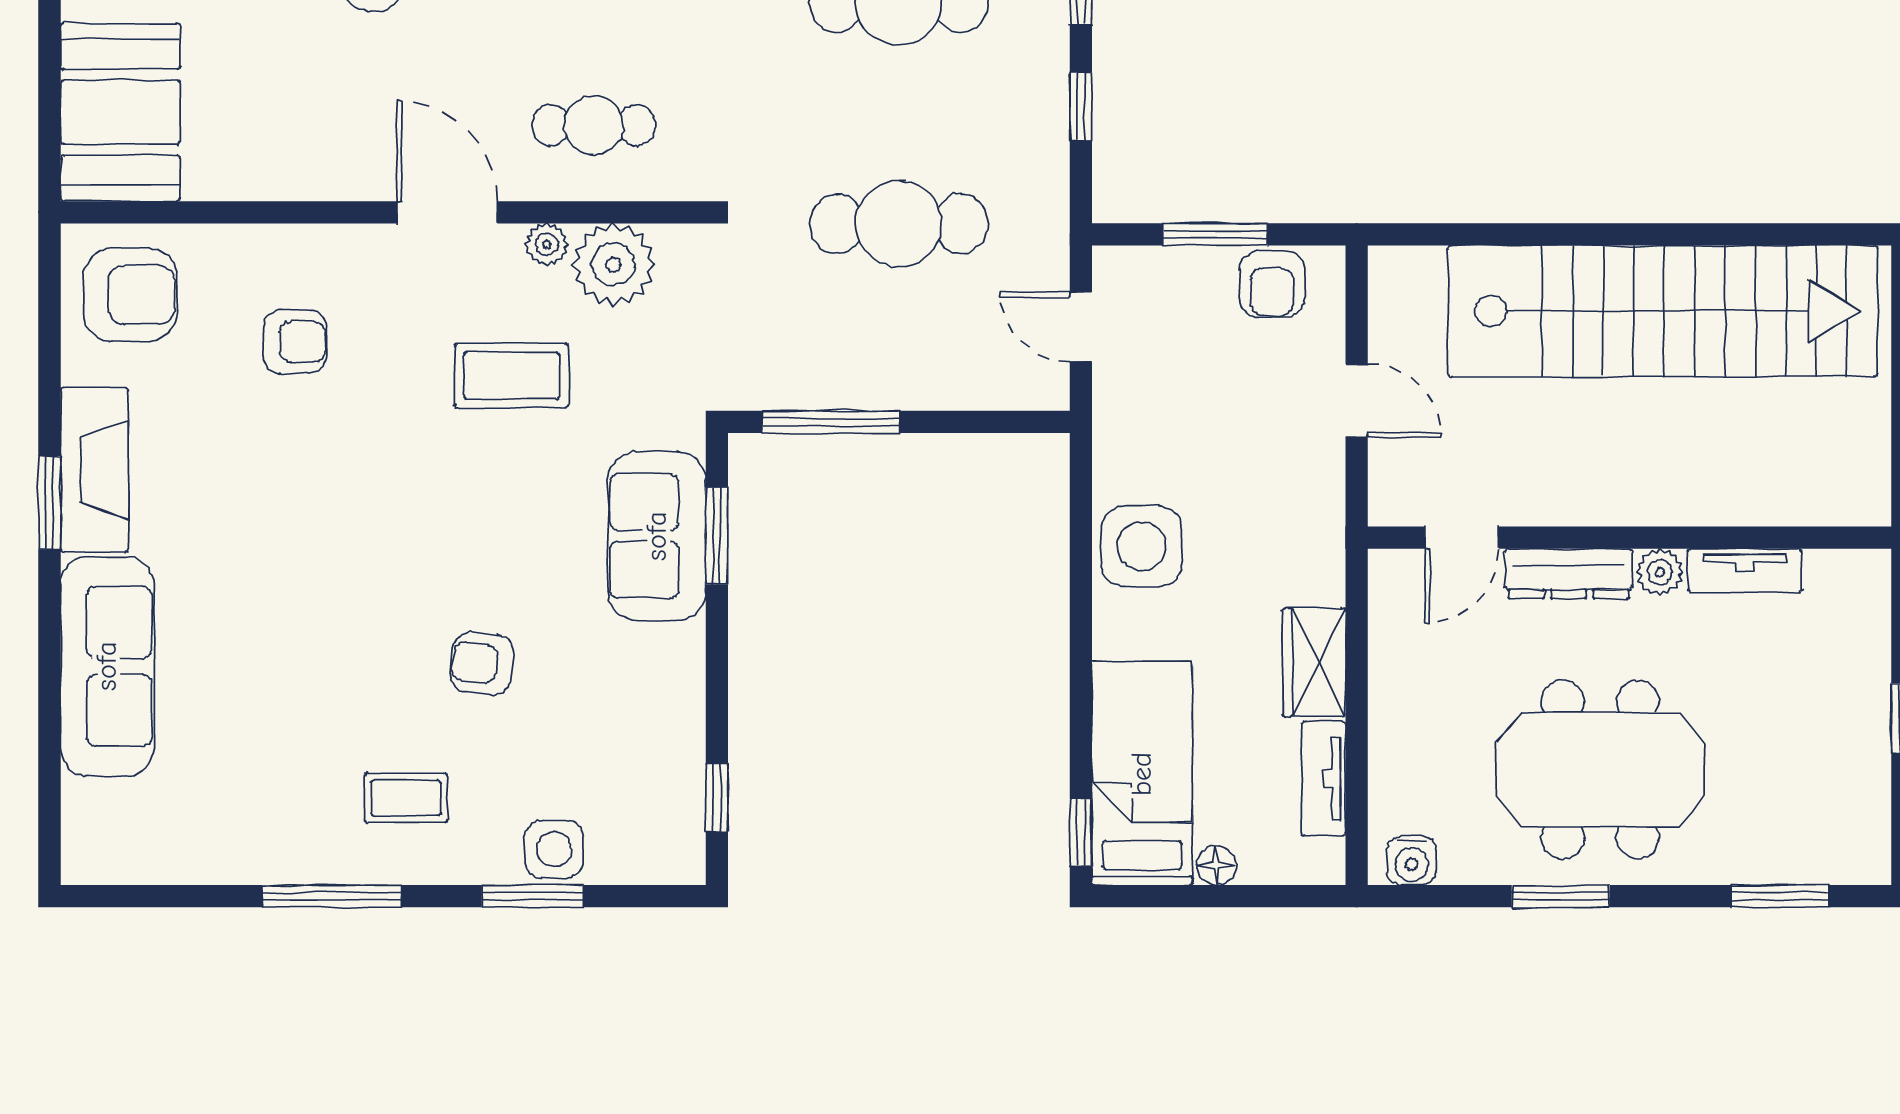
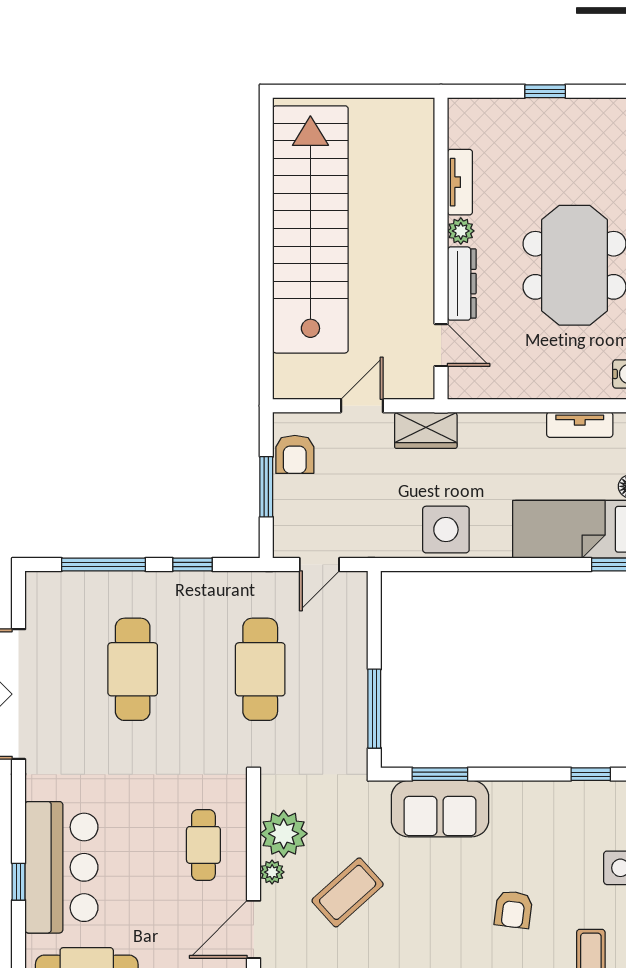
armchair: (1272, 284) -> (295, 454), turned 90
coffee table: (511, 376) -> (348, 892), turned 48
wardrobe: (1314, 662) -> (426, 430), moved

